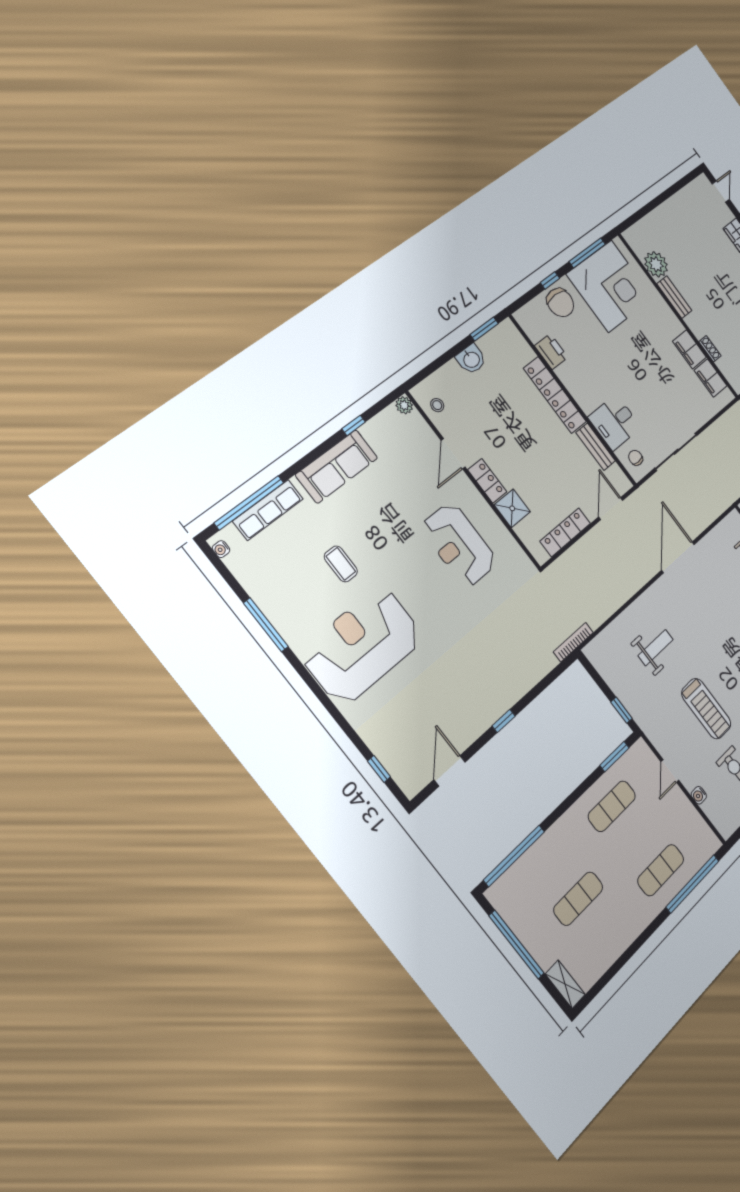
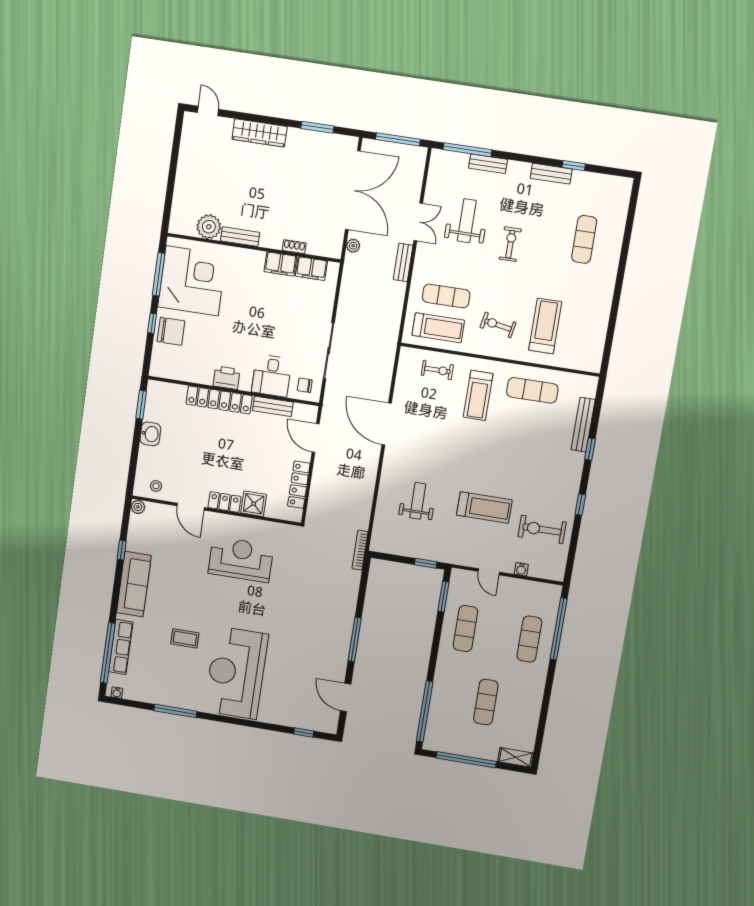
printer: (551, 352) -> (227, 378), moved
reception desk: (459, 545) -> (241, 559), turned 180
window: (504, 721) -> (355, 639), width x2.17

